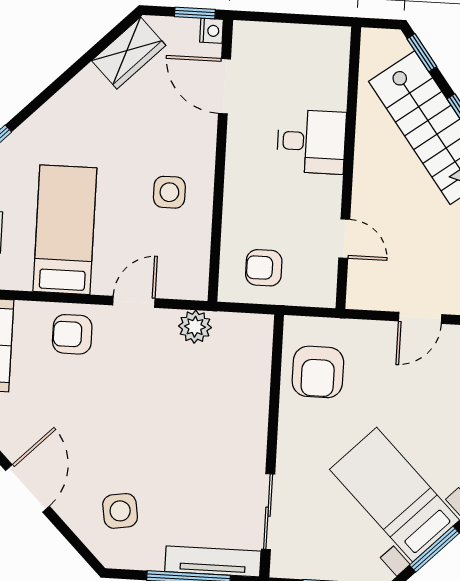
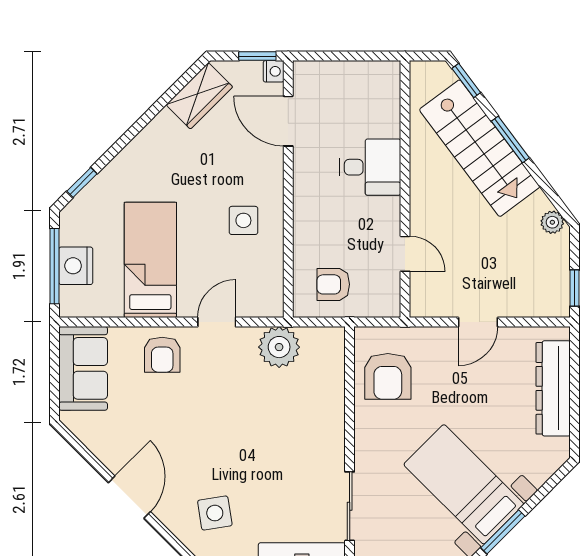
plant: (195, 327) -> (279, 347), width x1.36, depth x1.36
armchair: (72, 334) -> (162, 355), turned -90

